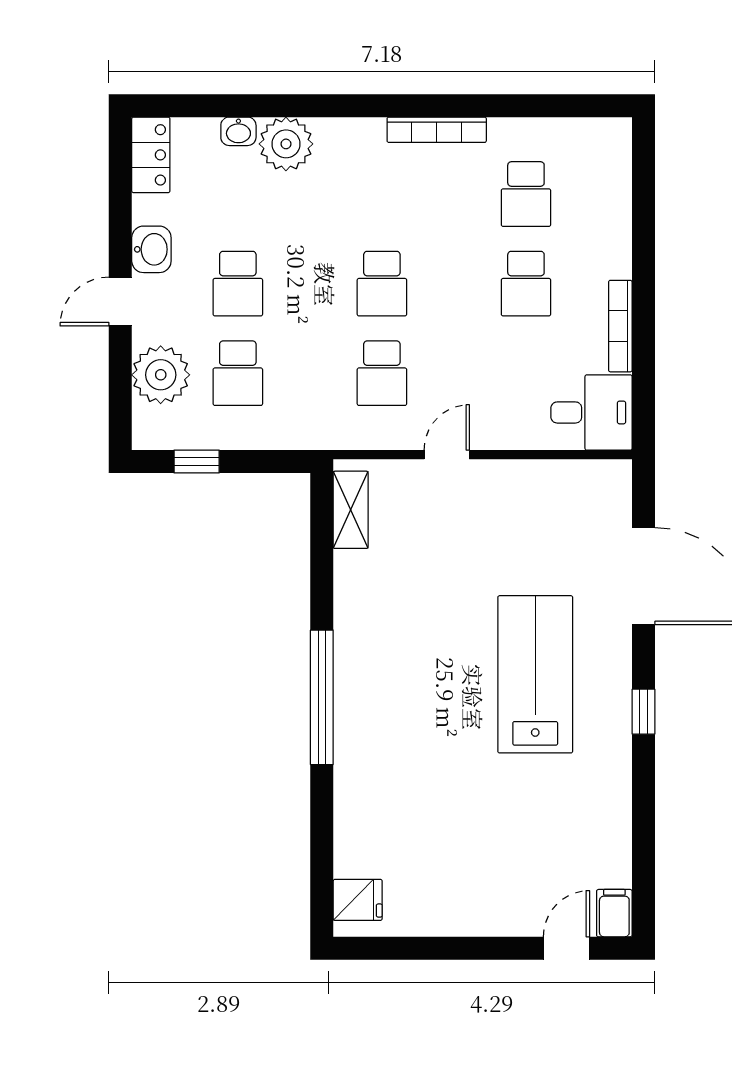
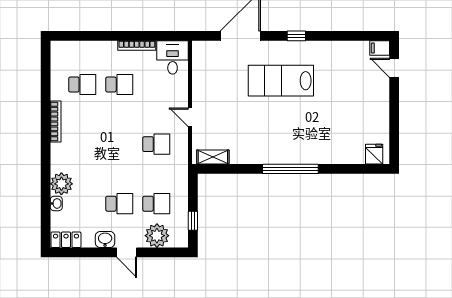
school desk: (382, 284) -> (119, 144), removed

